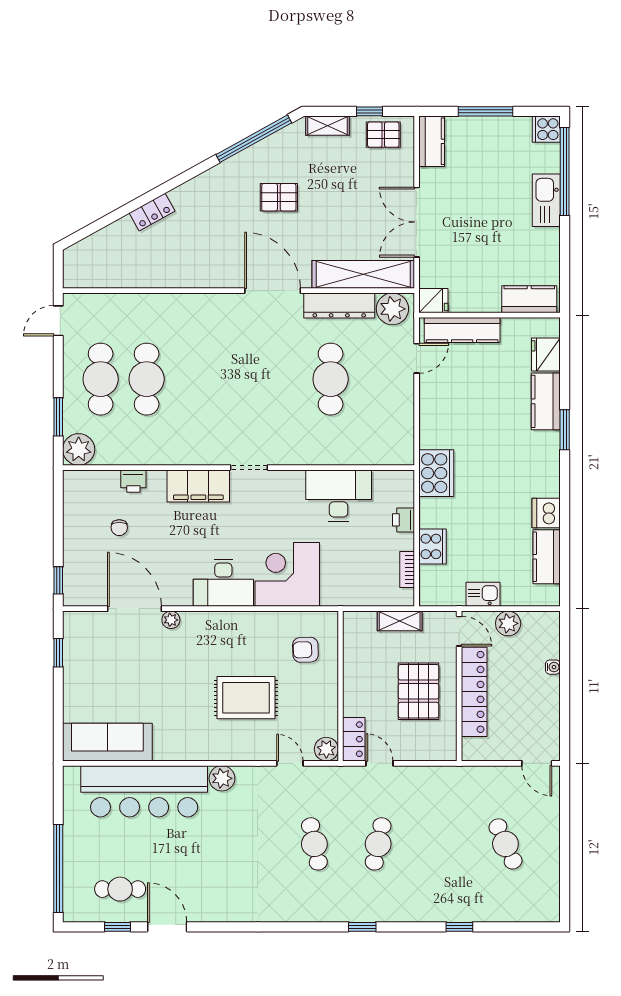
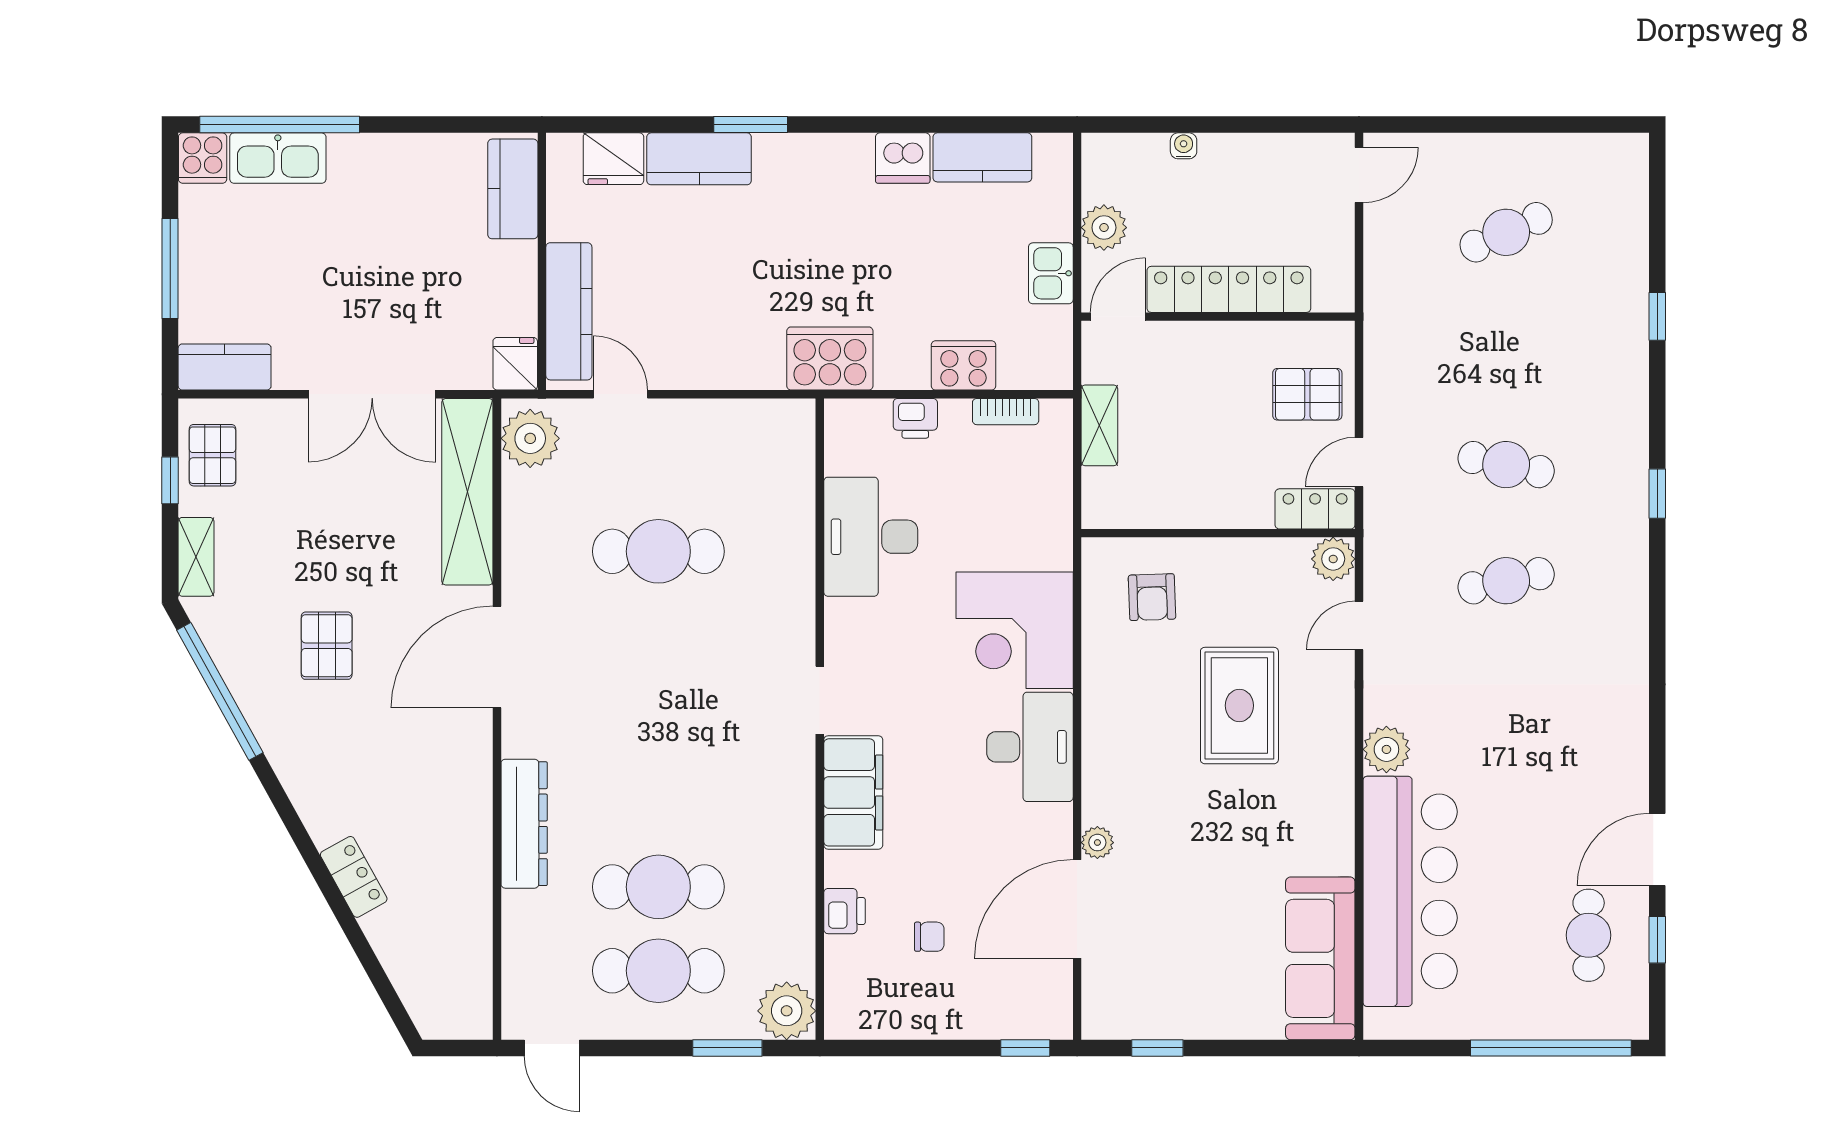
kitchen sink: (546, 200) -> (278, 158), moved
dresser: (339, 305) -> (524, 824), moved
pallet: (419, 691) -> (1307, 394), moved, width x0.67, depth x0.71

